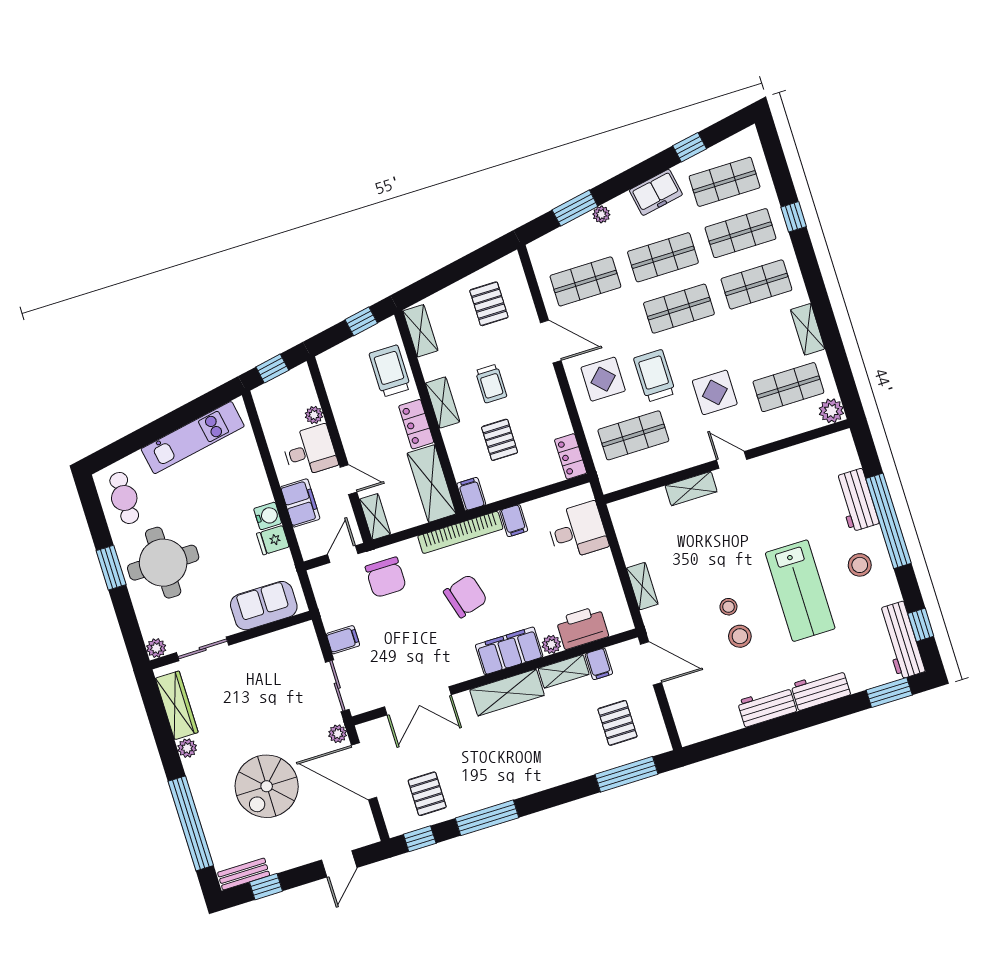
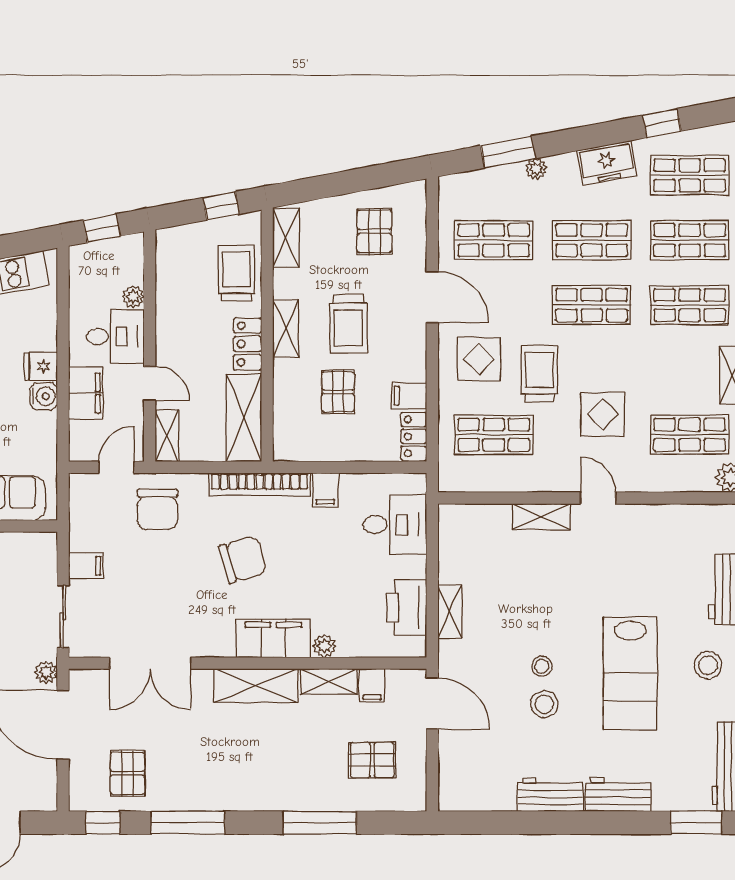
trolley: (491, 384) -> (348, 324), width x1.36, depth x1.39
filing cabinet: (471, 494) -> (409, 396), moved, turned -90
fridge: (273, 540) -> (41, 366), moved
printer: (582, 627) -> (407, 608), moved, turned -90
pallet: (617, 723) -> (372, 760), turned 90
window: (626, 774) -> (320, 823), moved

